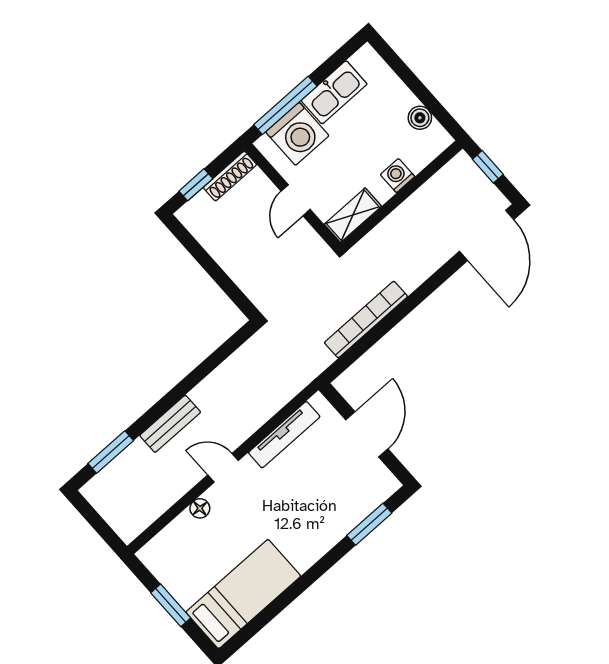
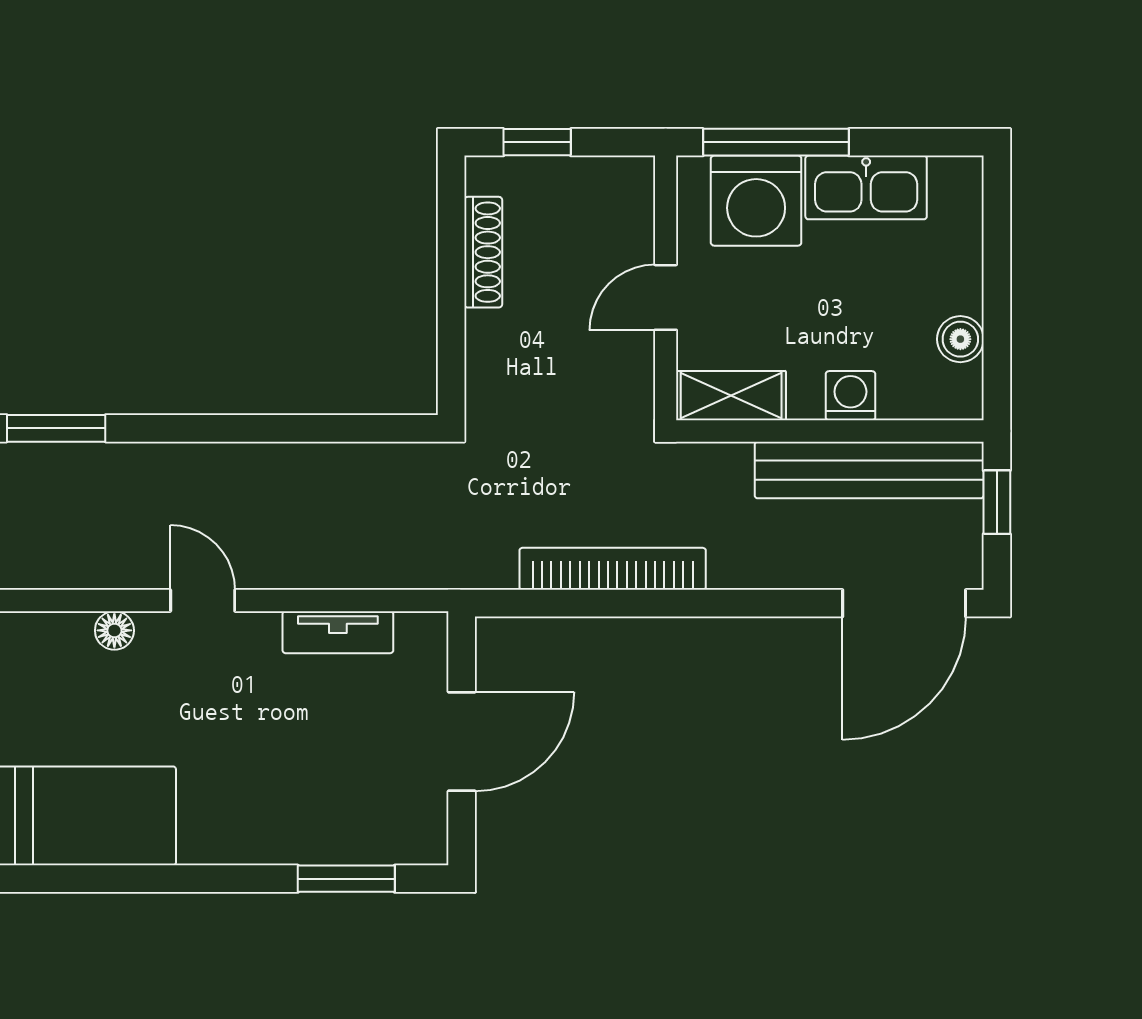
shoe rack: (230, 176) -> (483, 252), moved, turned -90
bench: (170, 424) -> (869, 470), moved, width x1.86, depth x1.21
tv unit: (284, 435) -> (338, 632), width x0.71

